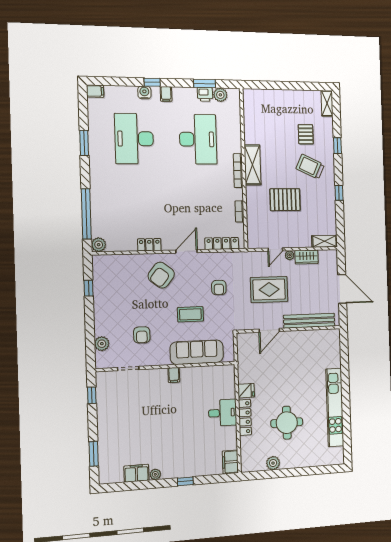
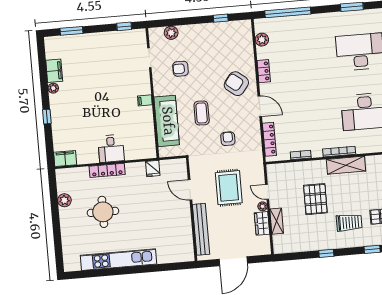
trolley: (310, 167) -> (349, 223), turned 65
shelving: (325, 241) -> (277, 221), moved
plant: (99, 245) -> (262, 40), moved
armchair: (219, 288) -> (228, 139), turned 90
fridge: (246, 391) -> (153, 169), moved

